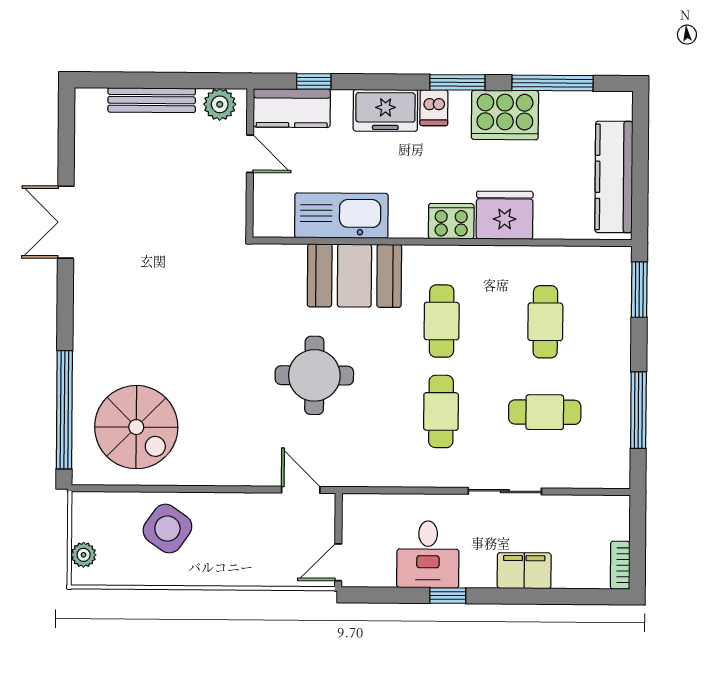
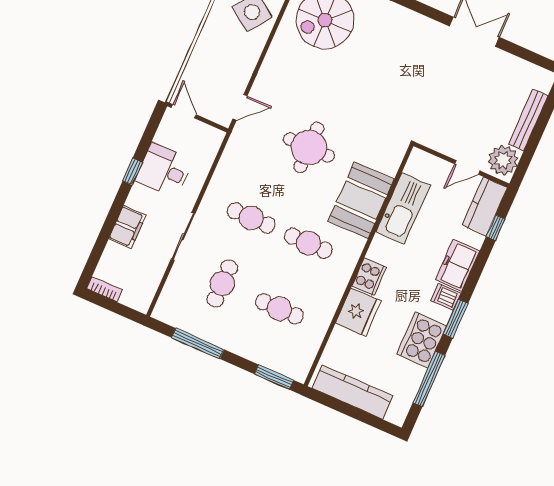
plant: (220, 104) -> (503, 160), width x1.36, depth x1.36

